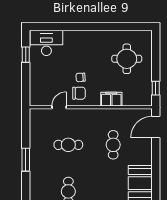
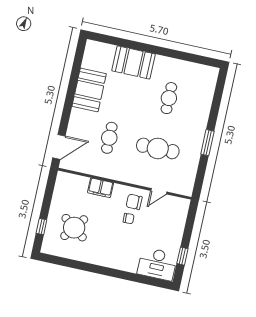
round table: (127, 59) -> (74, 228), turned 37
window: (156, 88) -> (41, 227), moved
cafe table: (68, 145) -> (158, 148), width x1.37, depth x1.35

